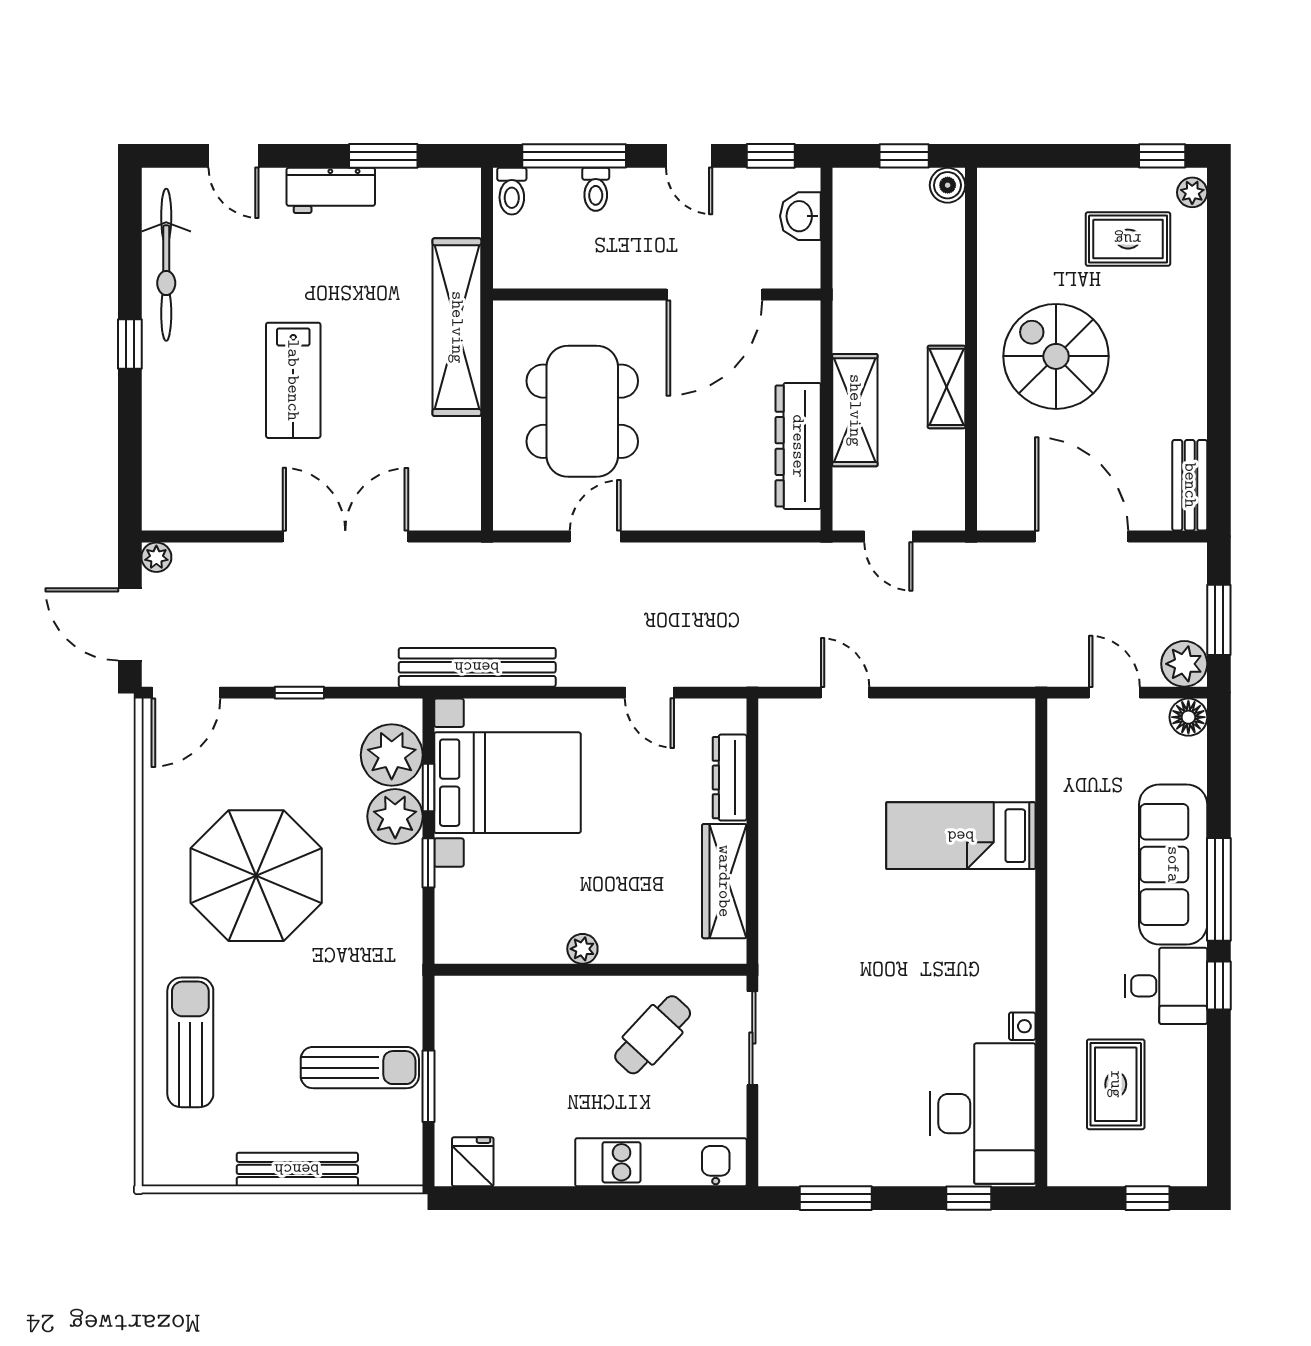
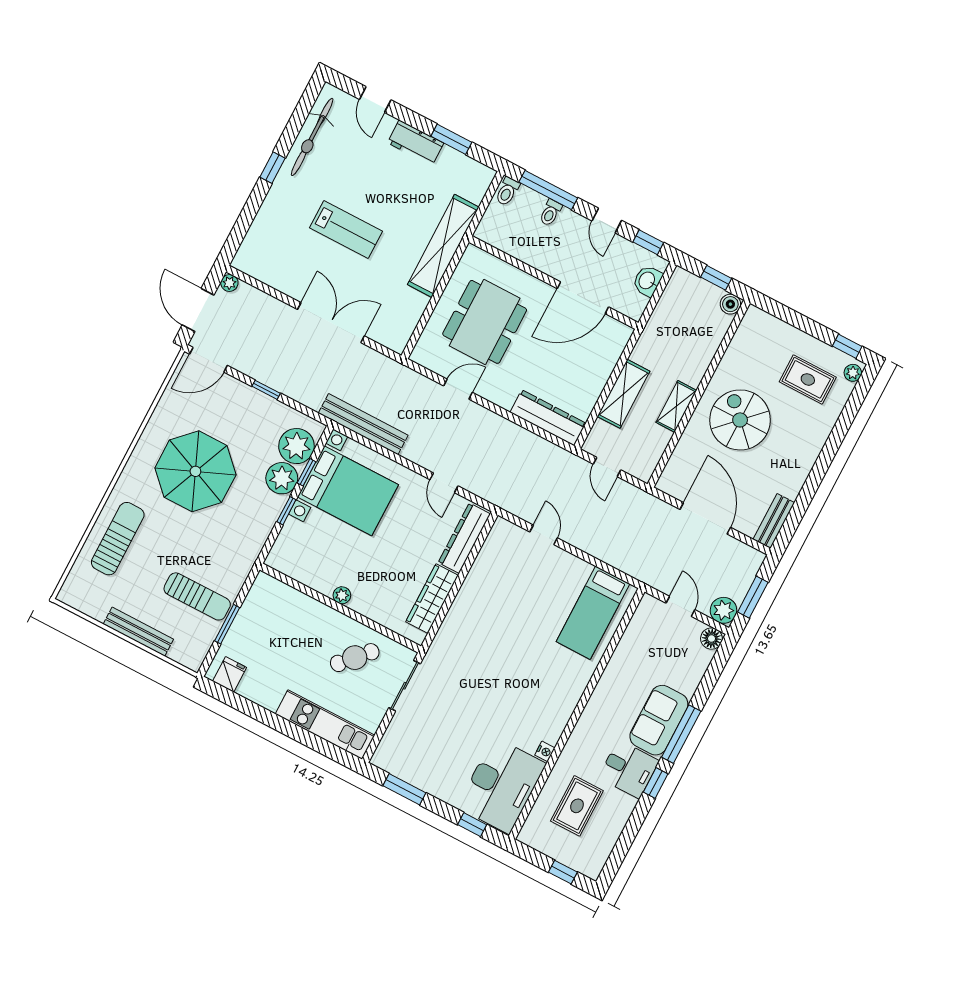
lab bench: (293, 380) -> (346, 229), turned -90
dresser: (798, 446) -> (548, 418), moved, turned 90
dresser: (730, 778) -> (464, 538), width x1.37, depth x1.24
bed: (961, 836) -> (593, 613), moved, turned -90
sofa: (1173, 864) -> (659, 720), width x0.73

